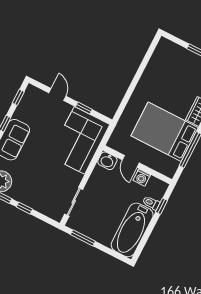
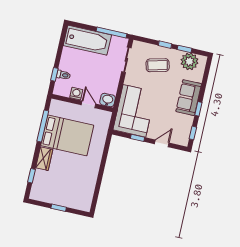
door: (57, 95) -> (162, 143), swing flipped
coffee table: (39, 186) -> (158, 65), added
bathtub: (132, 230) -> (87, 40), moved, turned 90
window: (83, 238) -> (112, 33), width x1.44

